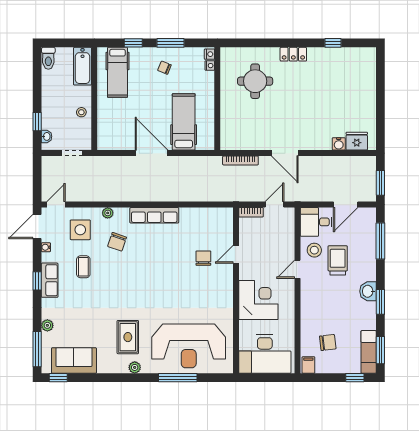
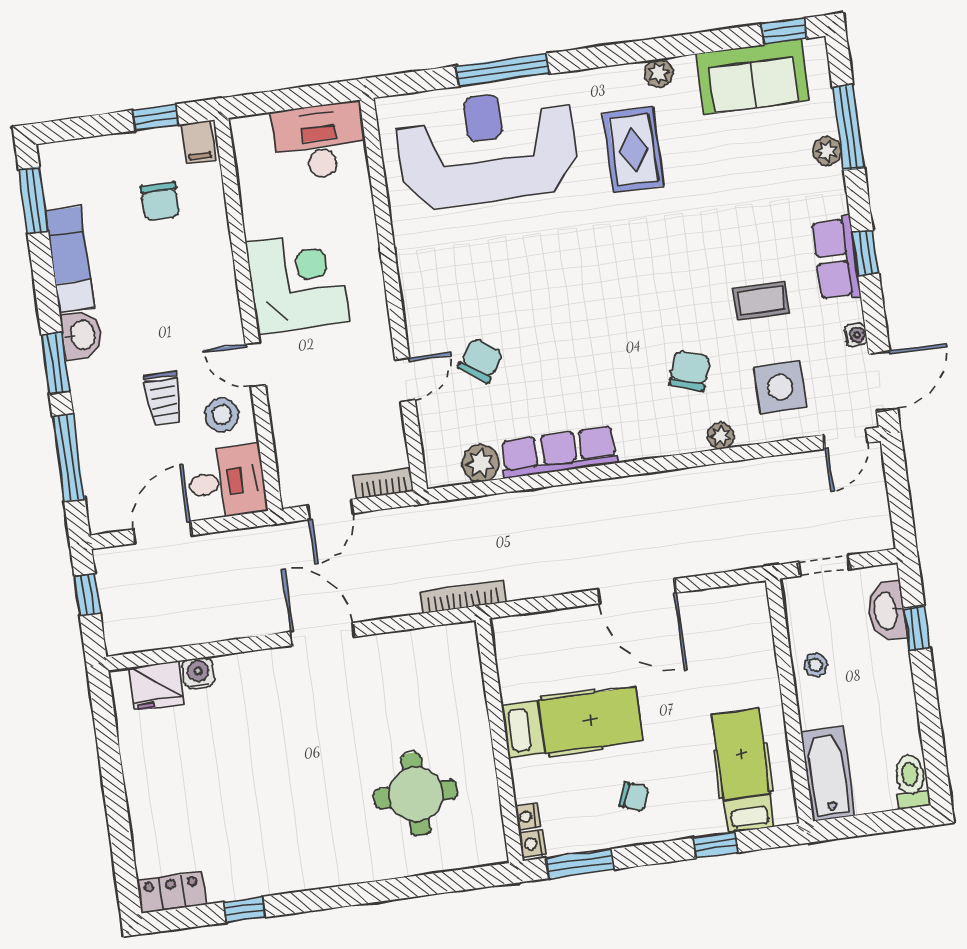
window: (171, 43) -> (580, 864), moved
locker: (293, 54) -> (172, 892), moved
hospital bed: (184, 122) -> (572, 723), moved, turned -90
washbasin: (46, 136) -> (886, 611), width x1.91, depth x1.45
bookcase: (240, 160) -> (463, 597), moved
window: (380, 183) -> (87, 595), width x0.67
row of seats: (154, 215) -> (559, 452), moved
plant: (209, 215) -> (481, 463), added
chair: (203, 258) -> (481, 360), turned -145
trolley: (338, 260) -> (163, 398), width x0.73, depth x0.72
coffee table: (83, 267) -> (761, 301), turned 90
door: (297, 269) -> (255, 364), swing flipped
corner desk: (258, 300) -> (298, 282), moved, turned 180
window: (380, 302) -> (56, 363), moved
chair: (328, 342) -> (160, 201), turned -83
window: (37, 349) -> (848, 127), moved
exam couch: (369, 352) -> (70, 259), moved
desk: (265, 354) -> (320, 141), width x0.73, depth x0.77
plant: (135, 367) -> (659, 73), moved
window: (355, 378) -> (155, 117), moved

